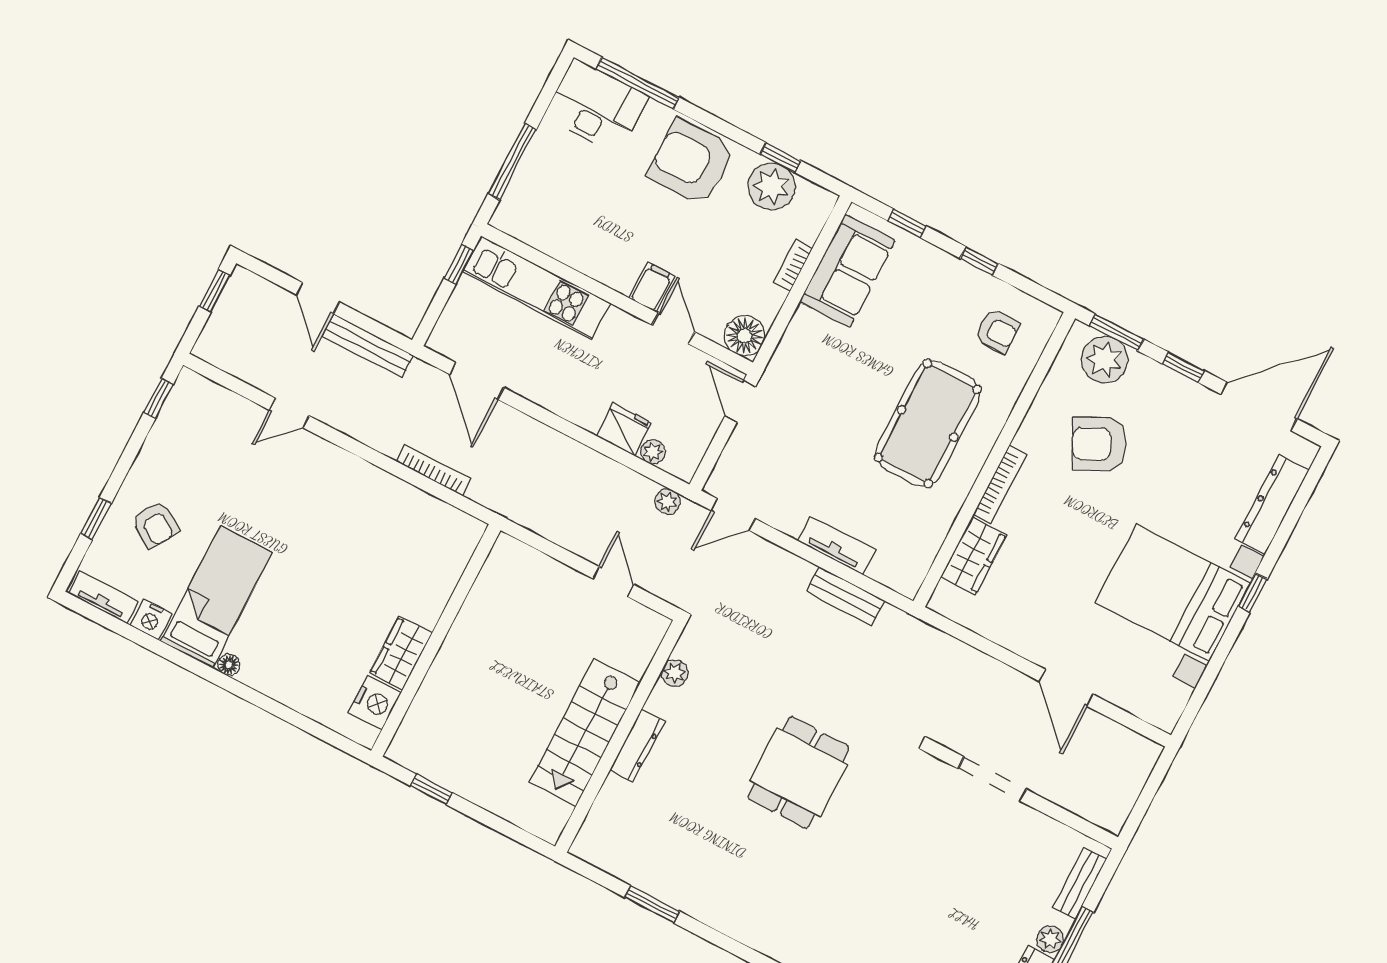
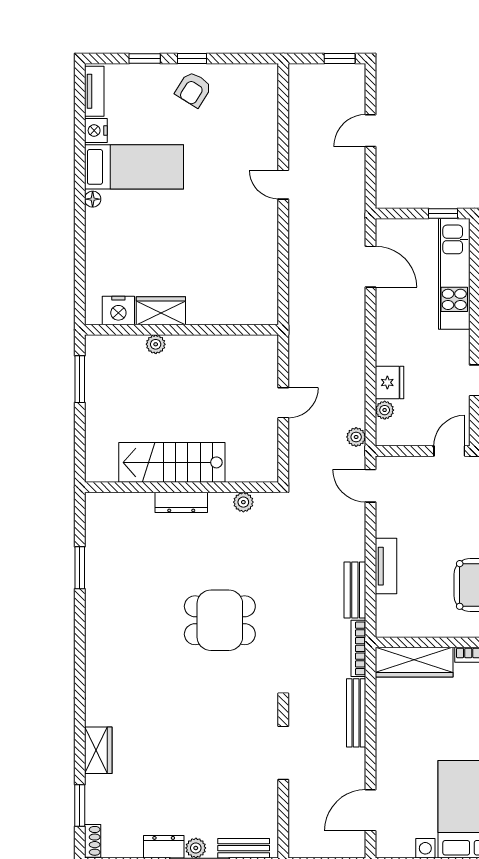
bench: (368, 346) -> (356, 713), moved
door: (477, 381) -> (371, 267), swing flipped
window: (158, 398) -> (192, 58), moved
door: (289, 413) -> (283, 185), moved
bookcase: (433, 470) -> (358, 648), moved, turned 180
armchair: (155, 525) -> (193, 89), moved
wardrobe: (974, 556) -> (414, 662), width x1.50
door: (613, 582) -> (283, 403), moved
plant: (437, 680) -> (156, 344), added
door: (1066, 688) -> (371, 810), moved
window: (431, 789) -> (80, 379), width x1.50

